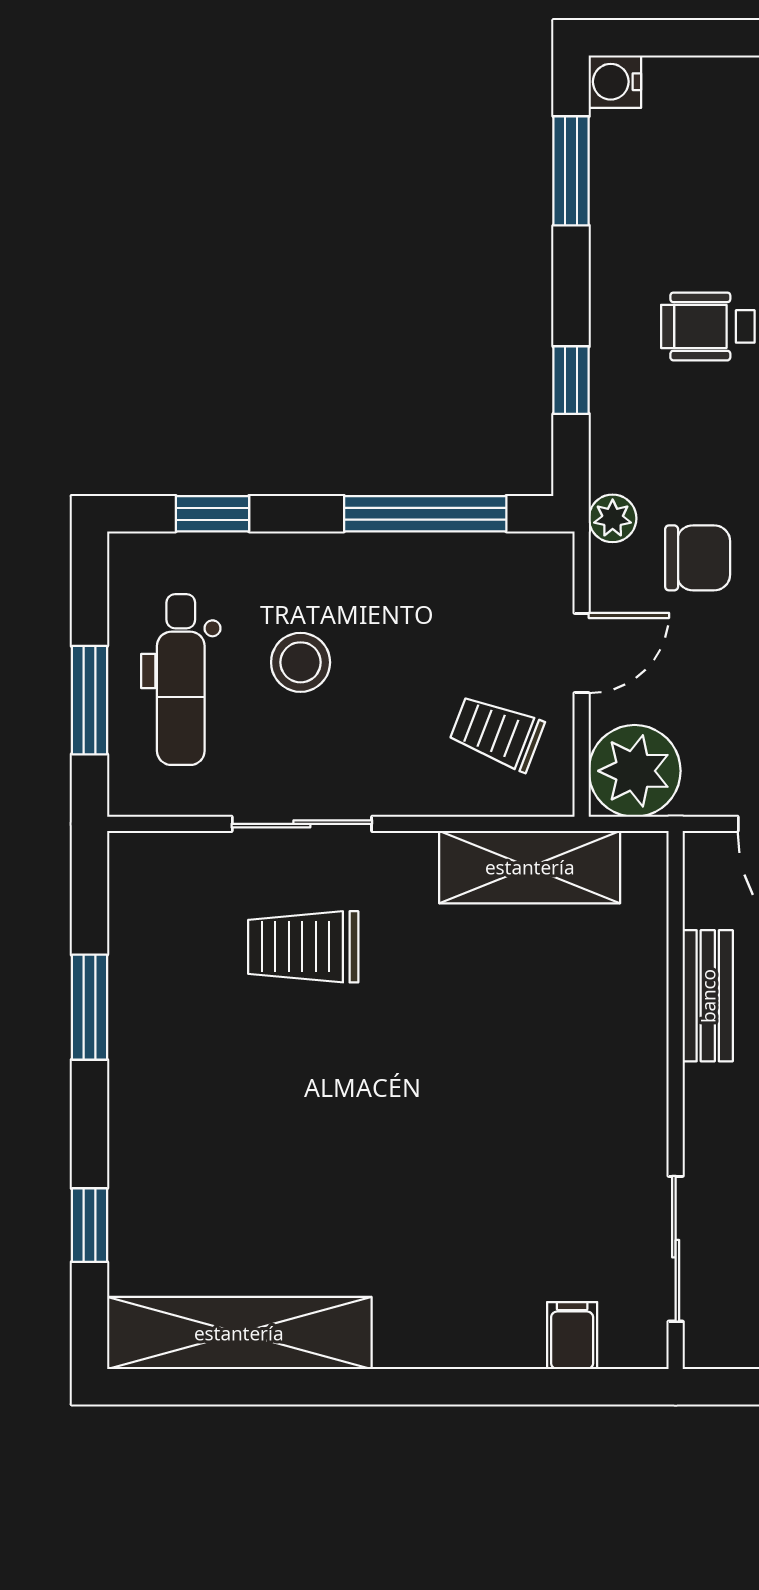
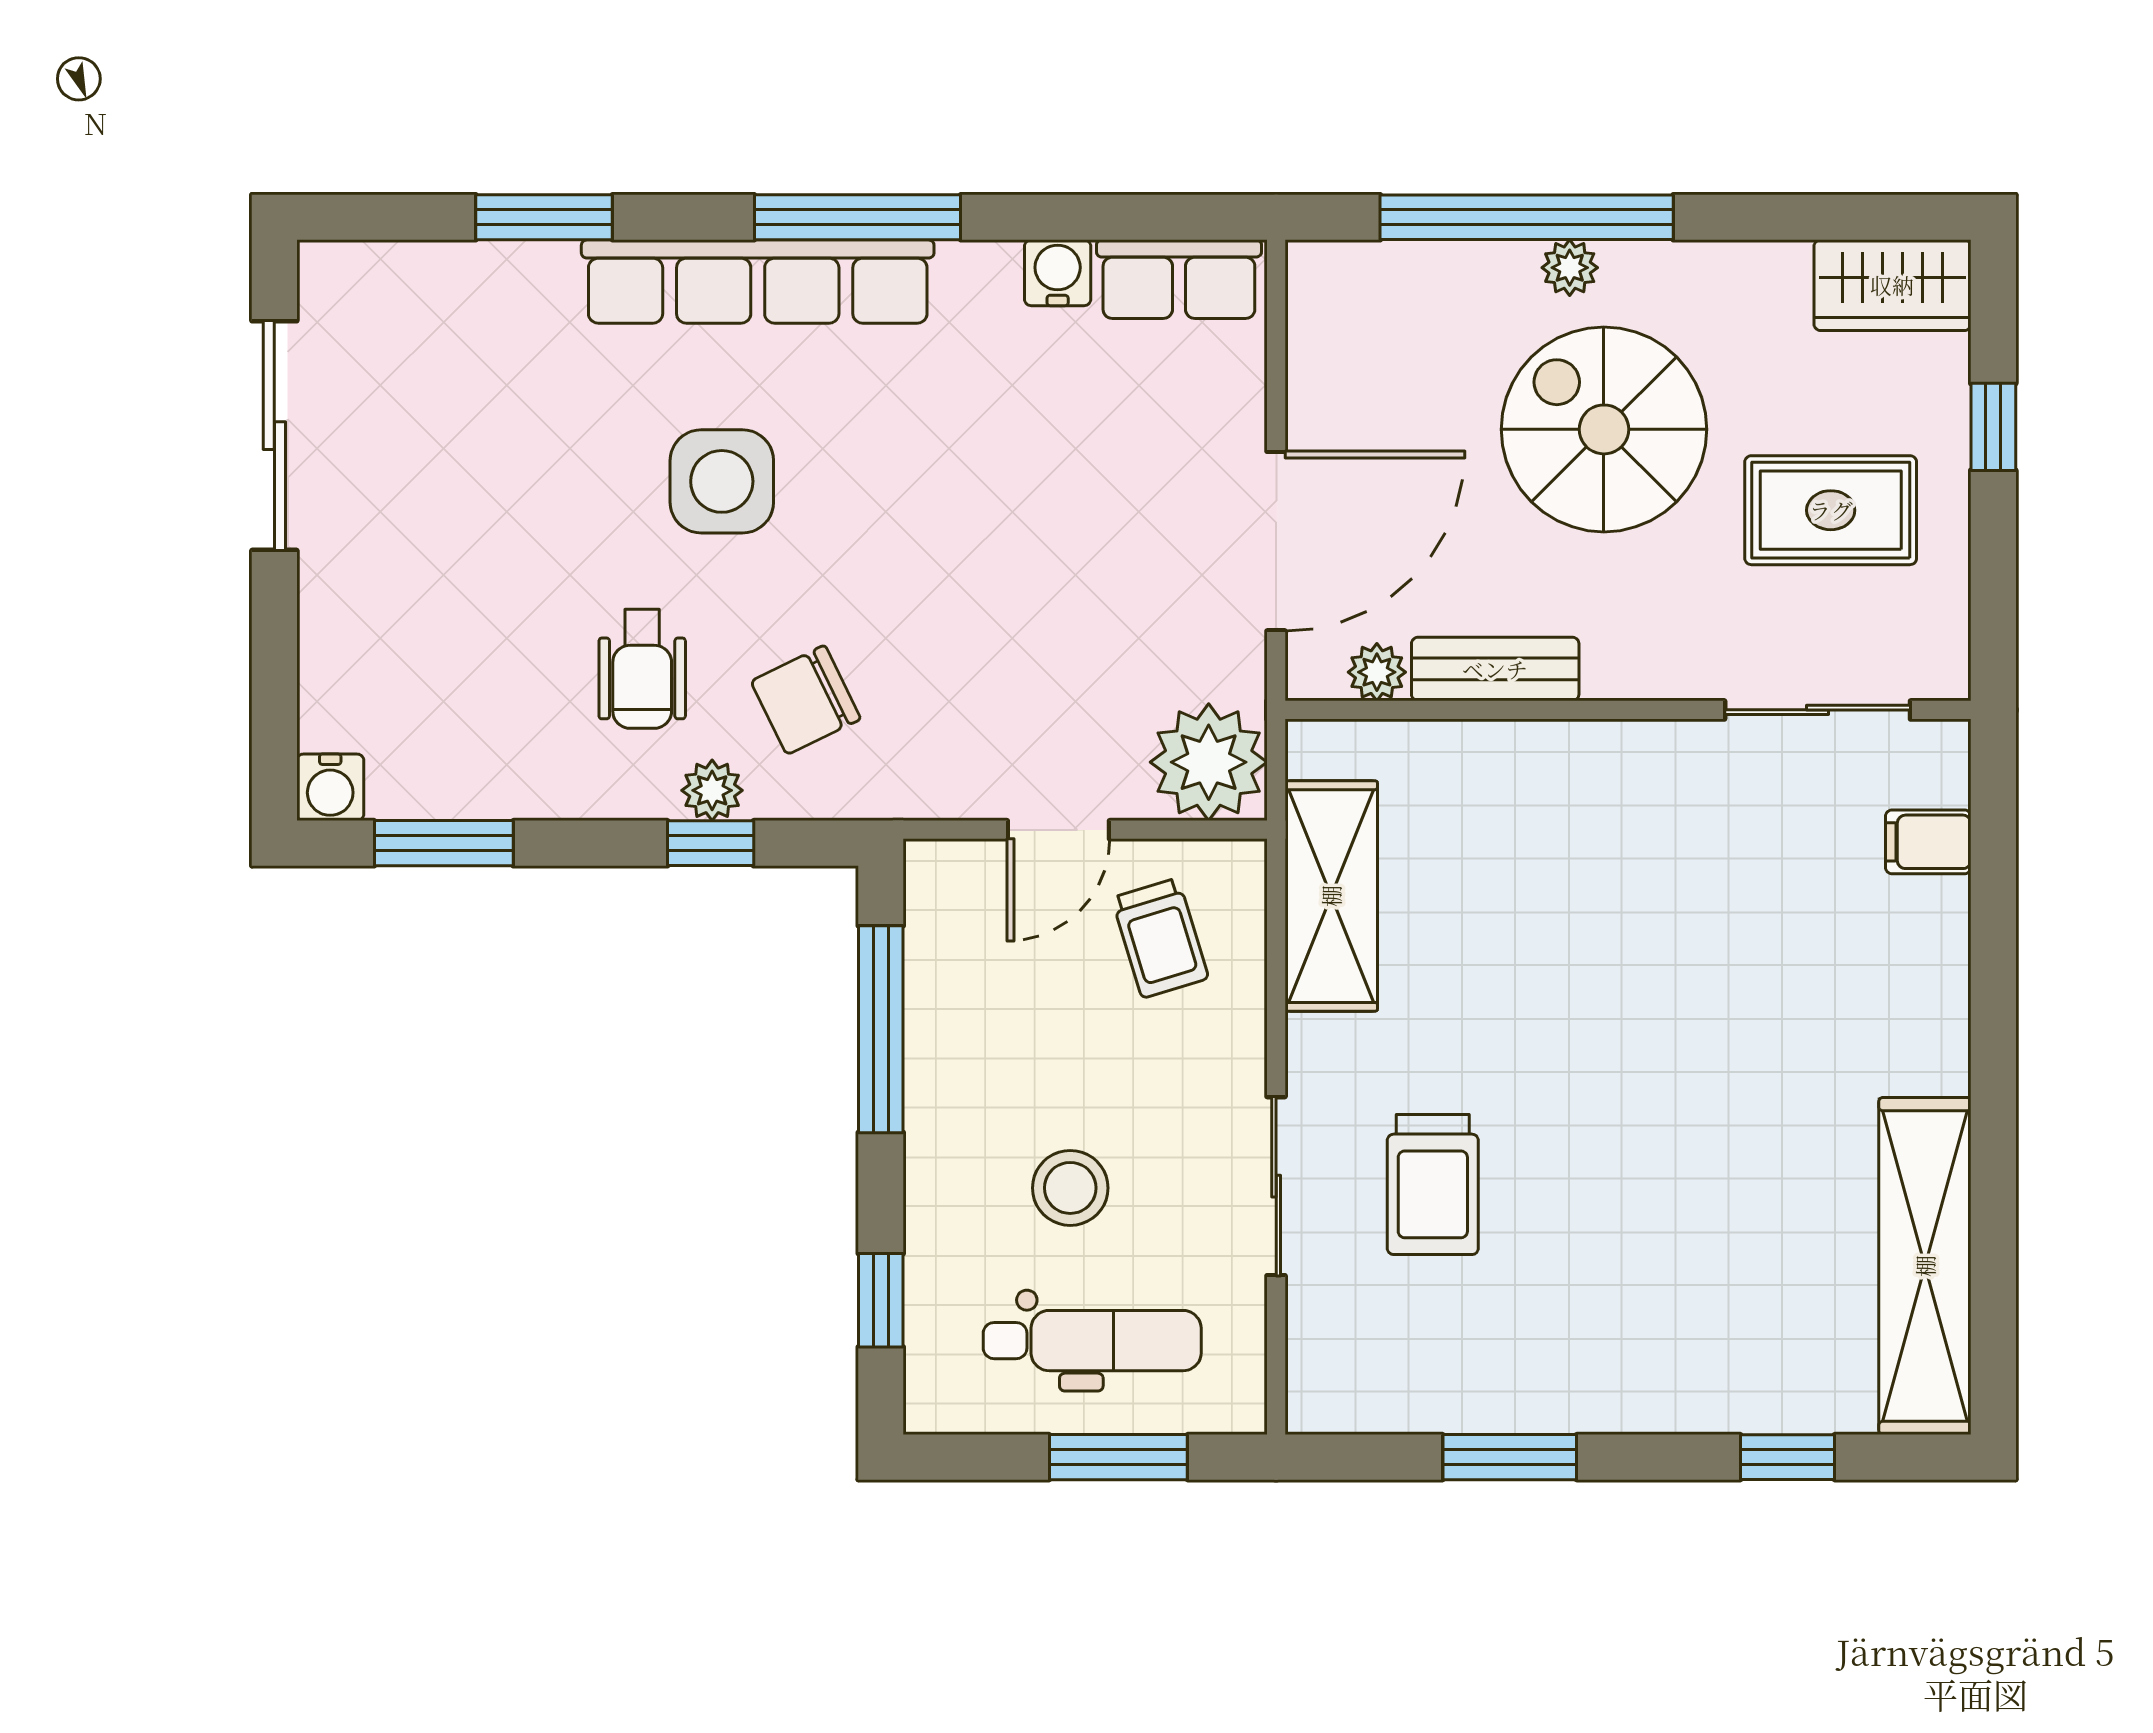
plant: (613, 518) -> (712, 790), moved
chair: (698, 558) -> (806, 700), moved, turned -116
door: (582, 653) -> (1058, 830), swing flipped
trolley: (497, 733) -> (1160, 938), turned -38
plant: (705, 903) -> (1377, 672), added

